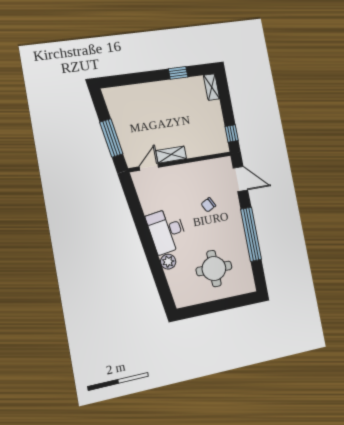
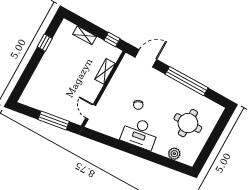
shelving: (212, 87) -> (85, 35), moved
shelving: (171, 155) -> (105, 71), moved
chair: (208, 205) -> (138, 105), moved
plant: (168, 262) -> (174, 154), moved

